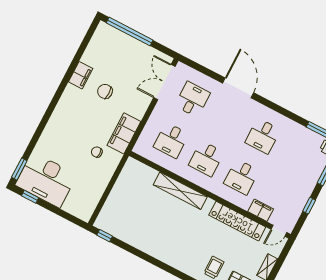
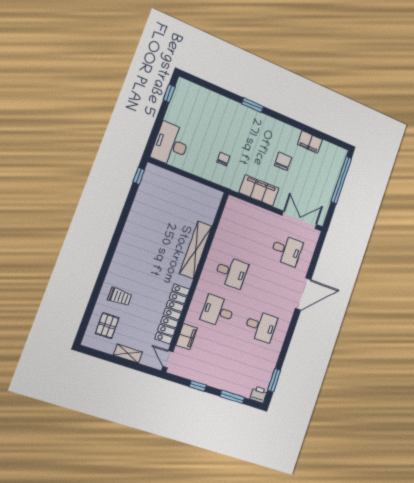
filing cabinet: (81, 75) -> (310, 142), moved
filing cabinet: (124, 133) -> (259, 191), moved
desk: (263, 136) -> (261, 326), turned 180
desk: (171, 140) -> (245, 234), removed
desk: (206, 159) -> (231, 272), turned 180
window: (19, 169) -> (253, 105), moved
desk: (46, 180) -> (171, 144), moved, width x0.73, depth x0.77

